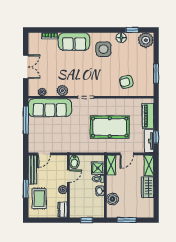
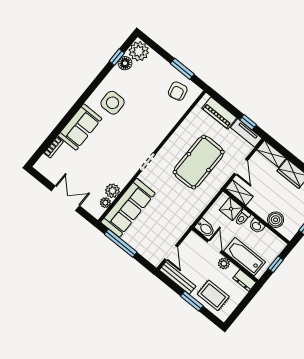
floor lamp: (121, 38) -> (125, 63), moved
armchair: (126, 82) -> (178, 91), moved
plant: (62, 91) -> (112, 191), moved
bathtub: (76, 198) -> (245, 257), added

